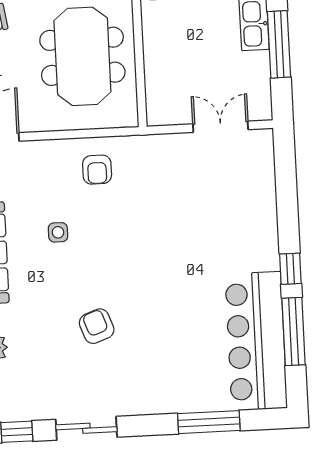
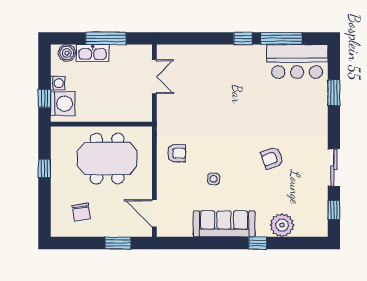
double door: (221, 127) -> (154, 77), swing flipped
bar counter: (256, 341) -> (297, 62), width x0.73
window: (209, 422) -> (334, 93), width x0.69

